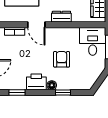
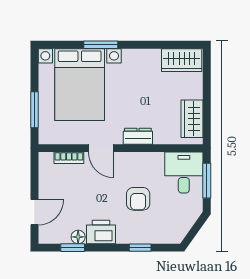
armchair: (62, 59) -> (138, 199), turned 180
floor lamp: (52, 85) -> (78, 237), moved

